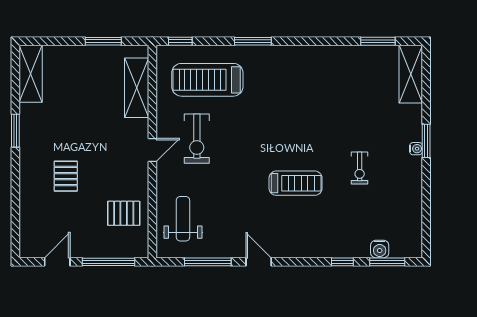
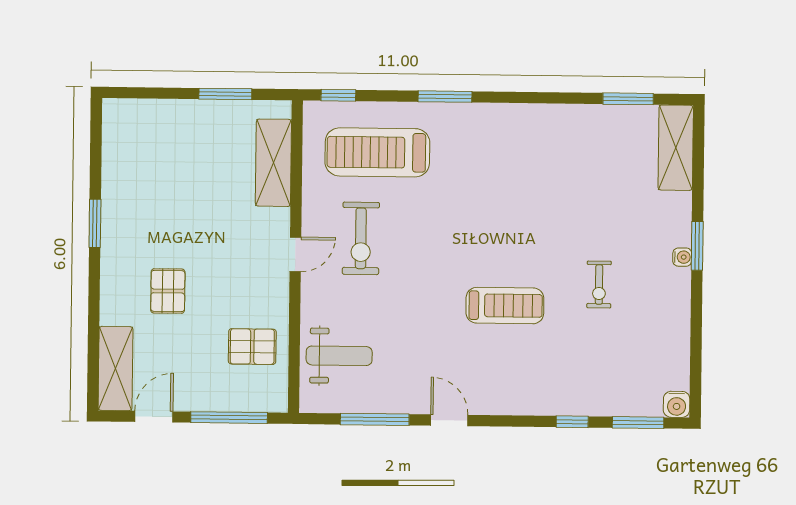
shelving: (31, 74) -> (116, 368), moved
weight bench: (183, 219) -> (339, 356), turned 90
water cooler: (380, 249) -> (677, 404), moved

